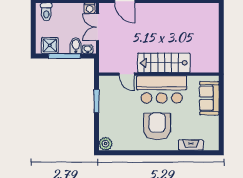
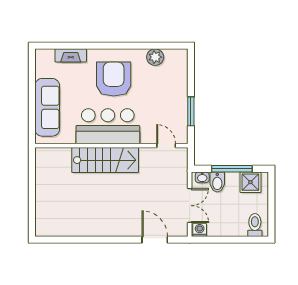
door: (127, 74) -> (166, 146), moved
sofa: (209, 98) -> (47, 107), width x1.36
armchair: (157, 126) -> (114, 79), turned 180
plant: (106, 144) -> (155, 57), moved

